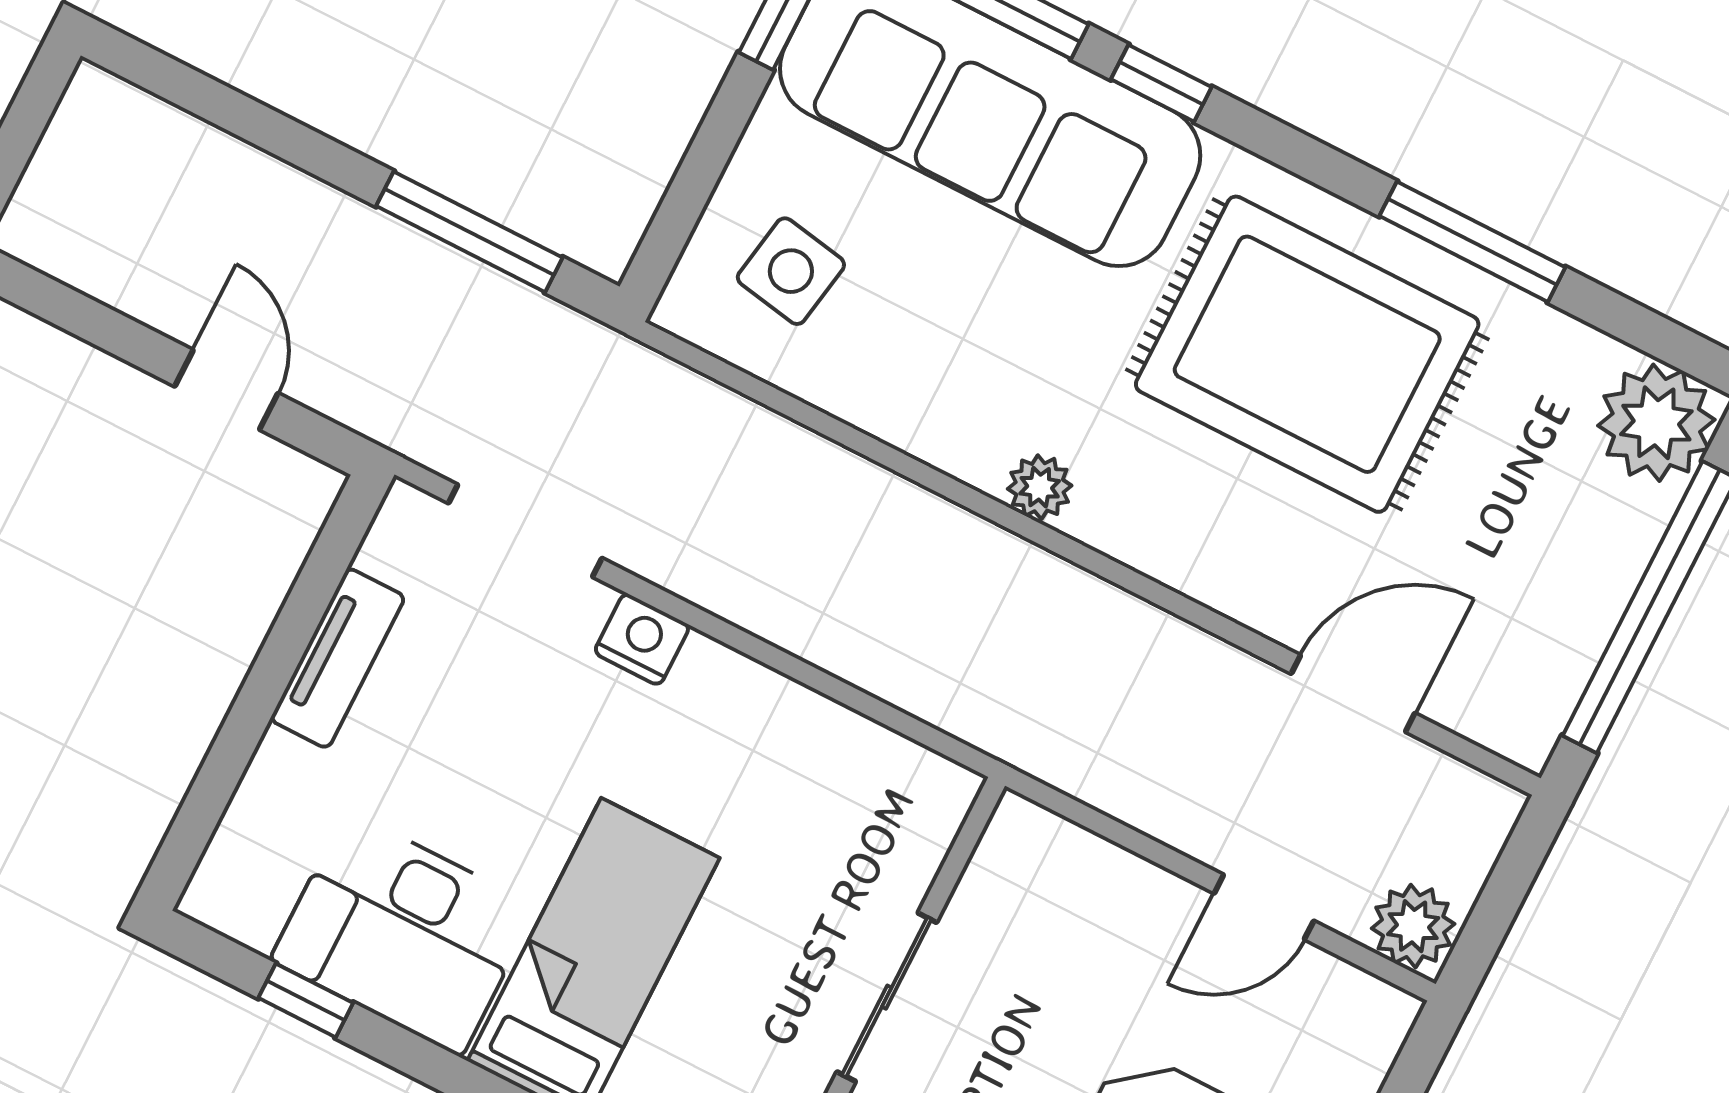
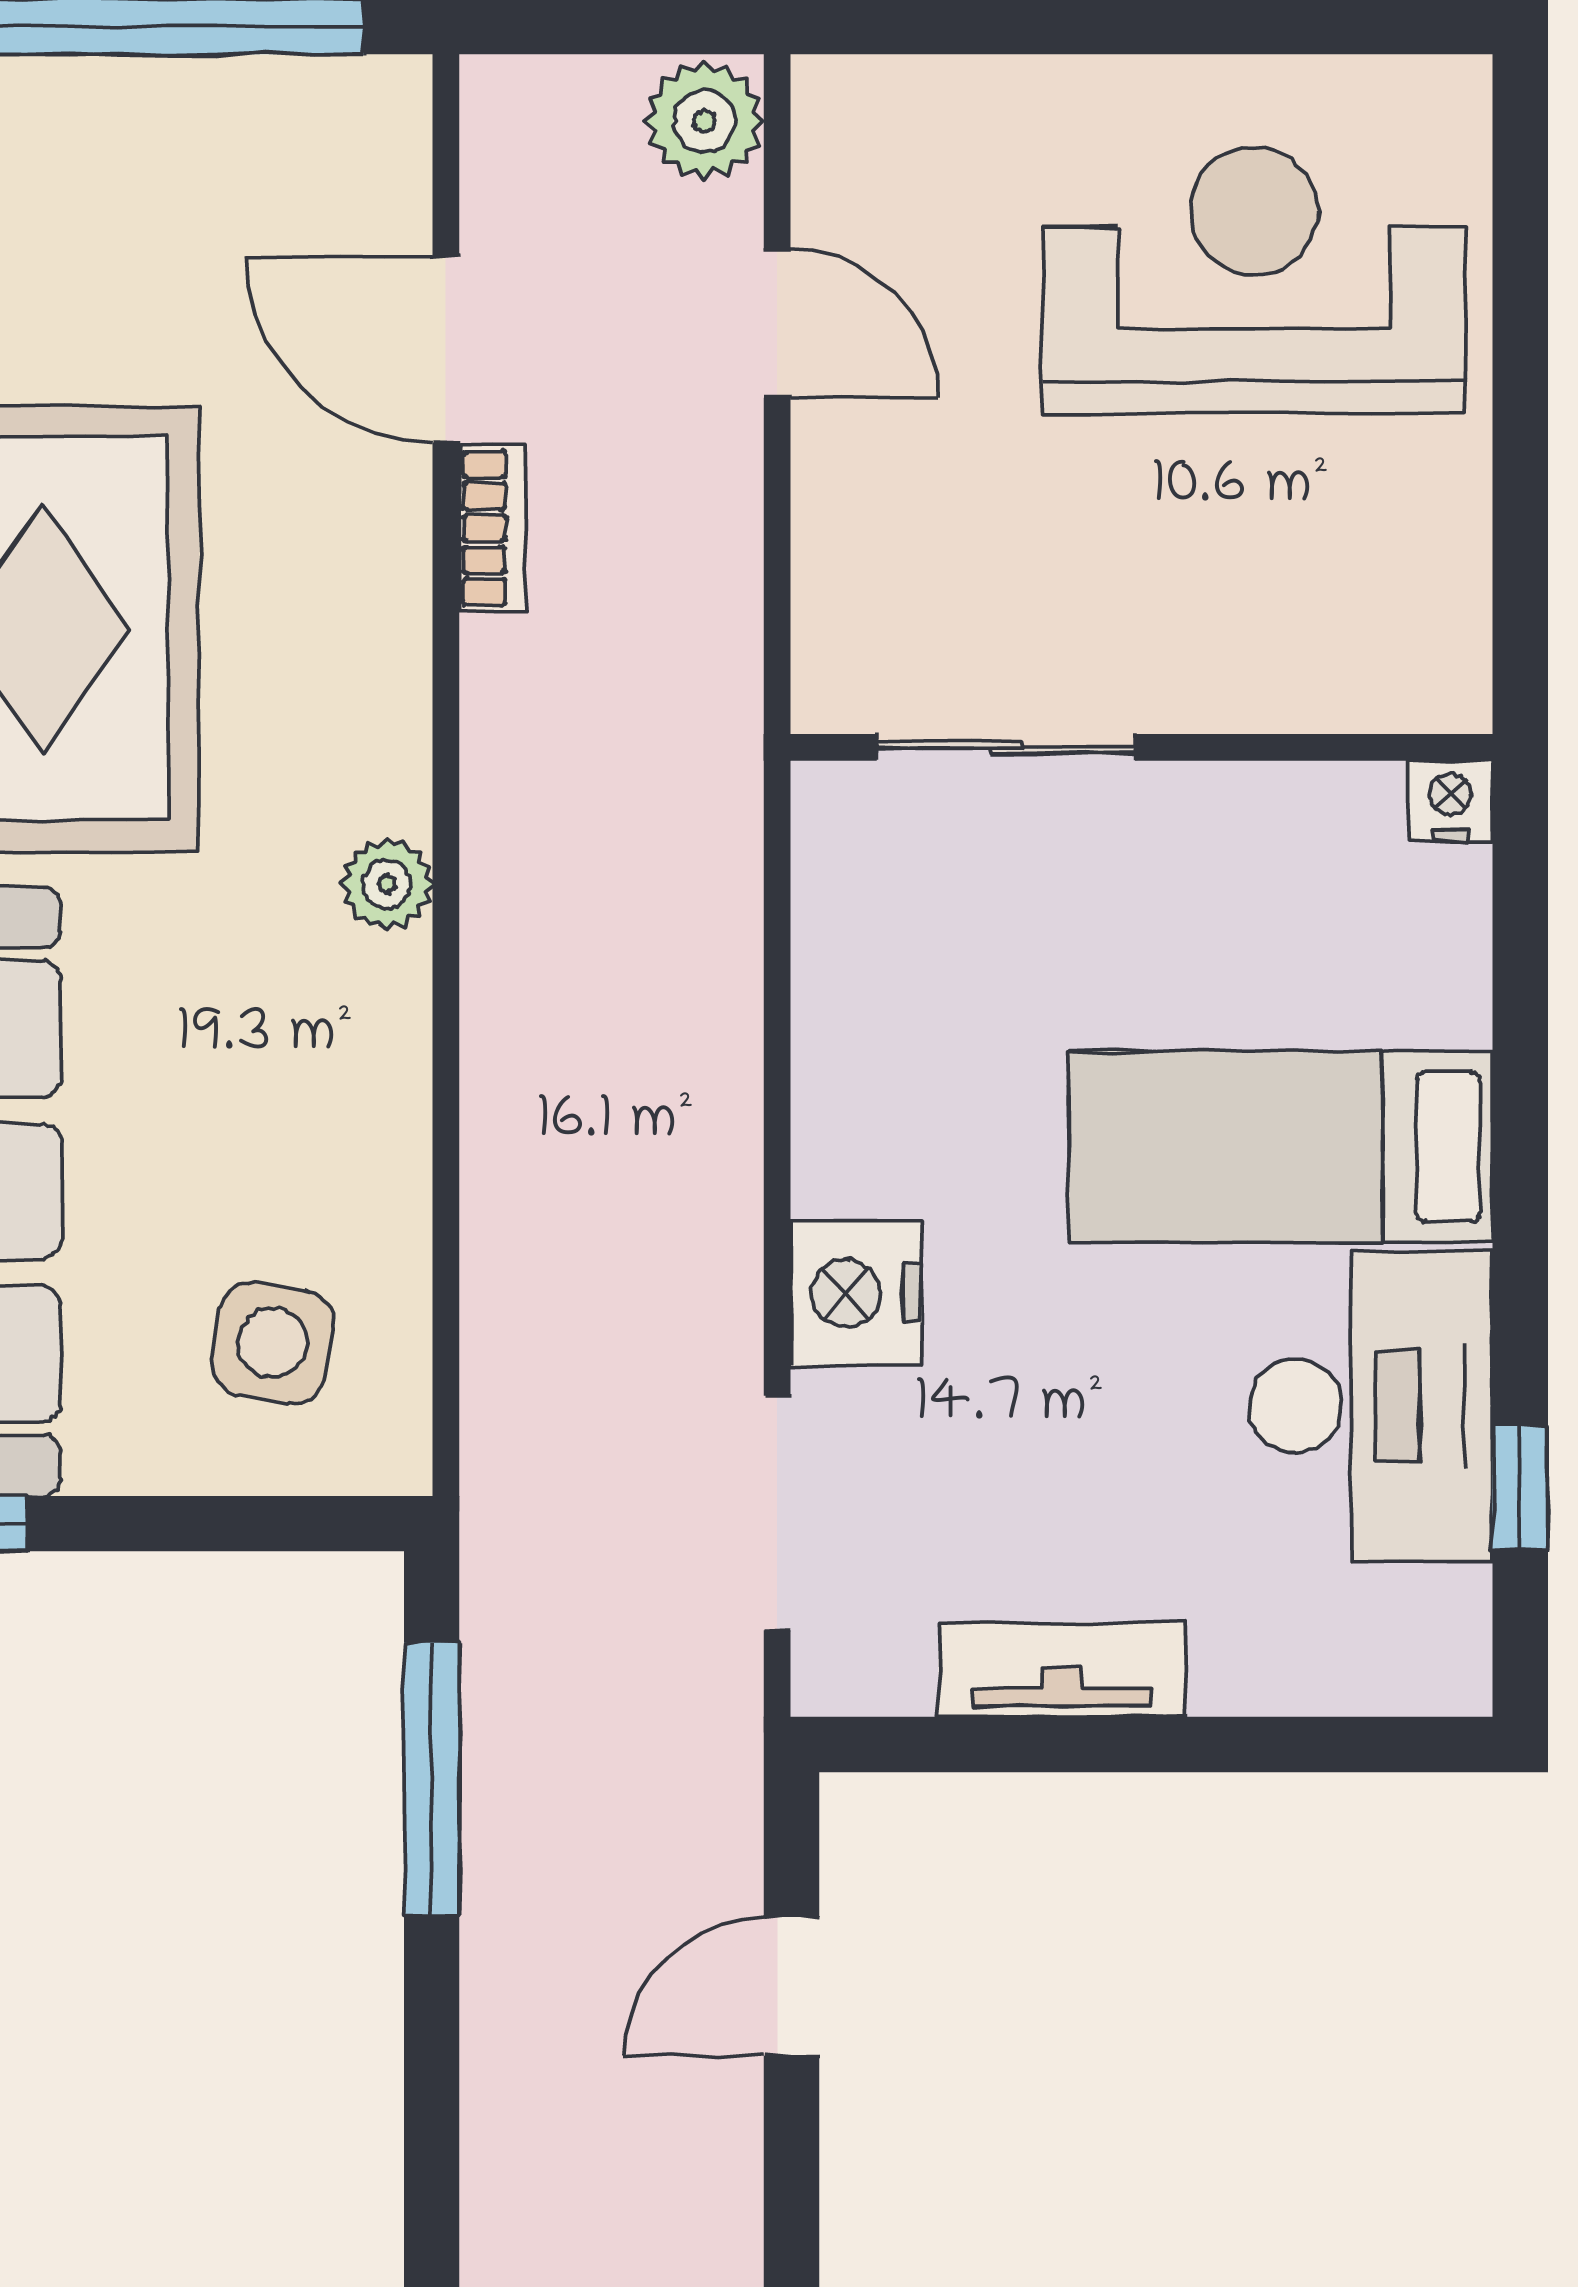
nightstand: (642, 639) -> (856, 1293), width x1.36, depth x1.33
bookcase: (1227, 666) -> (492, 528), added
sliding door: (887, 997) -> (1006, 747), moved

